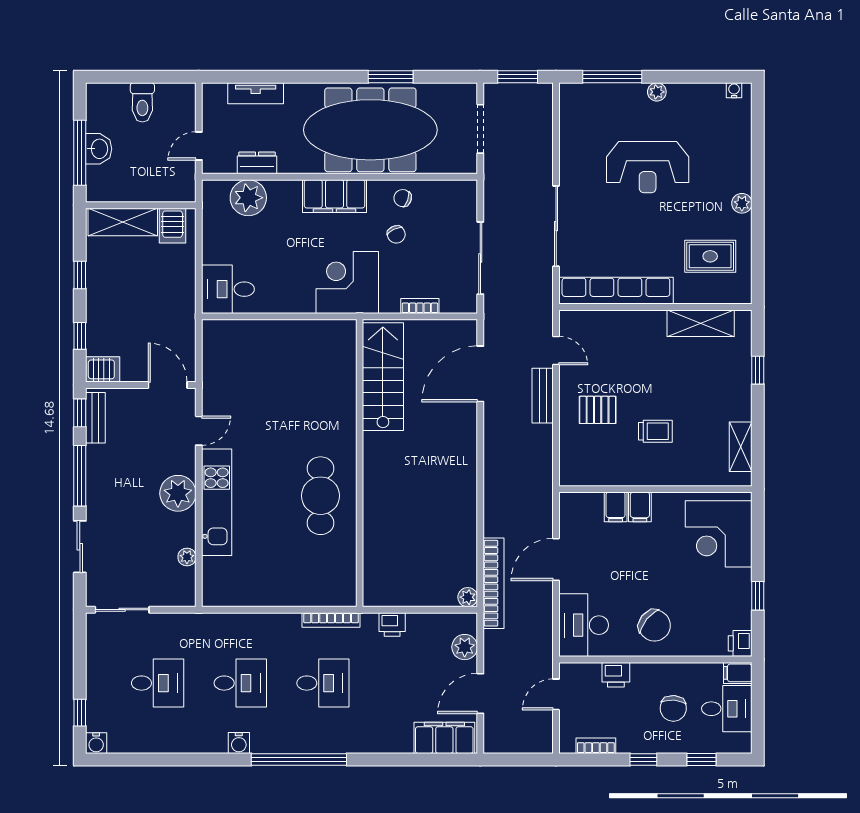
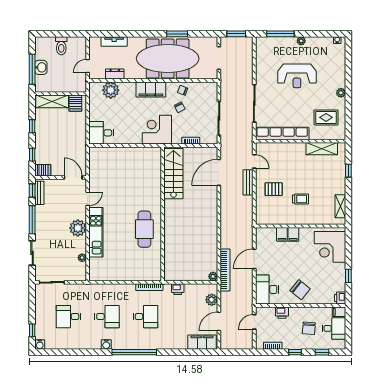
desk: (158, 683) -> (68, 317), turned 180

